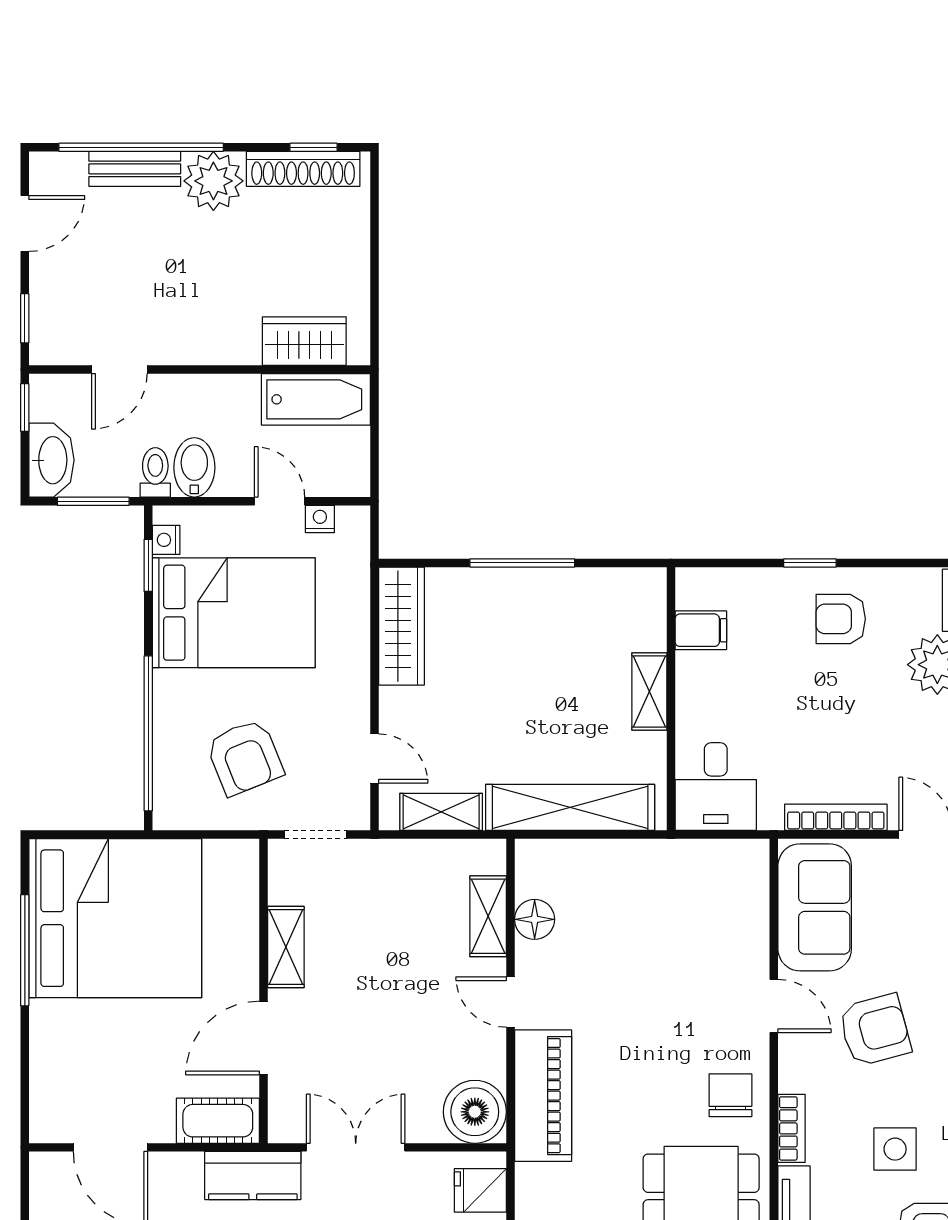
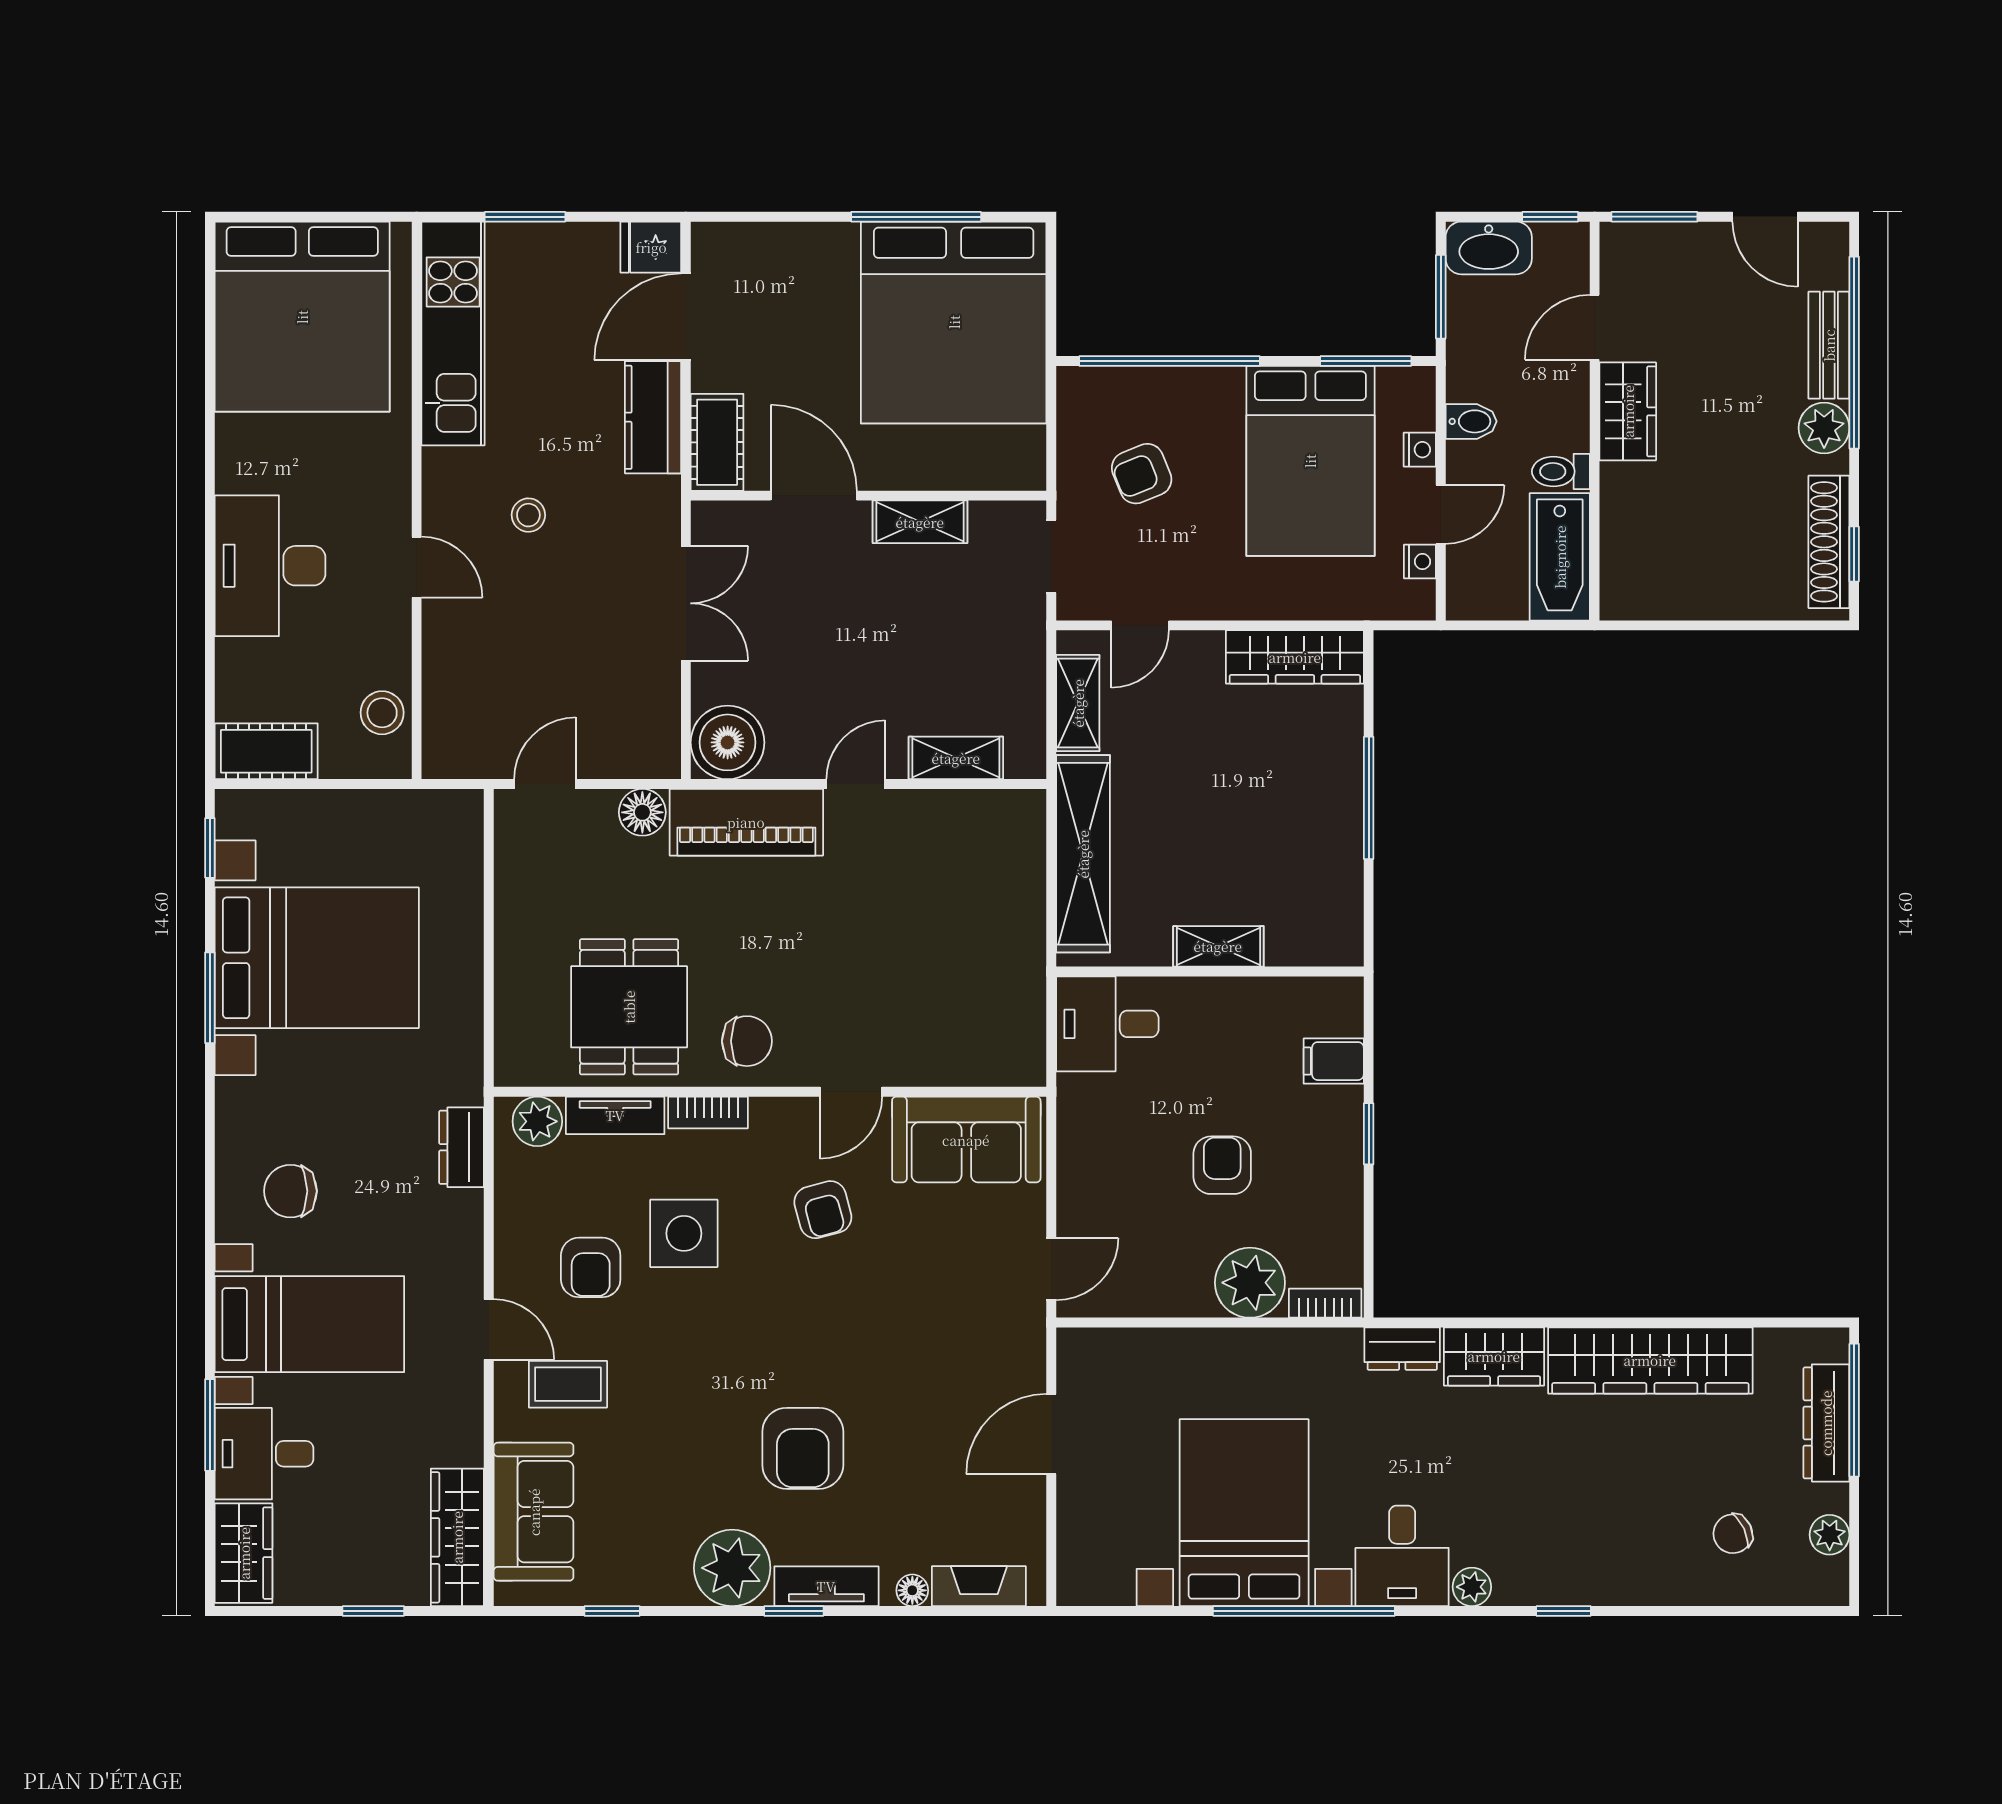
plant: (213, 181) -> (1824, 428), width x0.73, depth x0.73
window: (25, 318) -> (1654, 217), width x1.50
wardrobe: (304, 341) -> (1628, 411), moved
door: (119, 370) -> (1595, 327), hinge flipped
bidet: (194, 467) -> (1471, 421), width x0.72, depth x0.74
toilet: (155, 472) -> (1561, 471), moved, turned 180
nightstand: (166, 540) -> (1420, 450), moved, turned 90
window: (148, 565) -> (1366, 361), width x1.50
armchair: (841, 619) -> (1222, 1165), moved
filing cabinet: (701, 630) -> (1334, 1061), moved, turned 90
armchair: (245, 757) -> (1142, 474), width x0.72, depth x0.72
bookcase: (836, 817) -> (1071, 1164), removed
floor lamp: (535, 919) -> (642, 812), moved
armchair: (875, 1030) -> (823, 1210), width x0.72, depth x0.72
side table: (895, 1149) -> (684, 1233), width x1.37, depth x1.37
kitchen counter: (253, 1176) -> (653, 417), moved
fridge: (480, 1190) -> (651, 247), moved, turned -90

